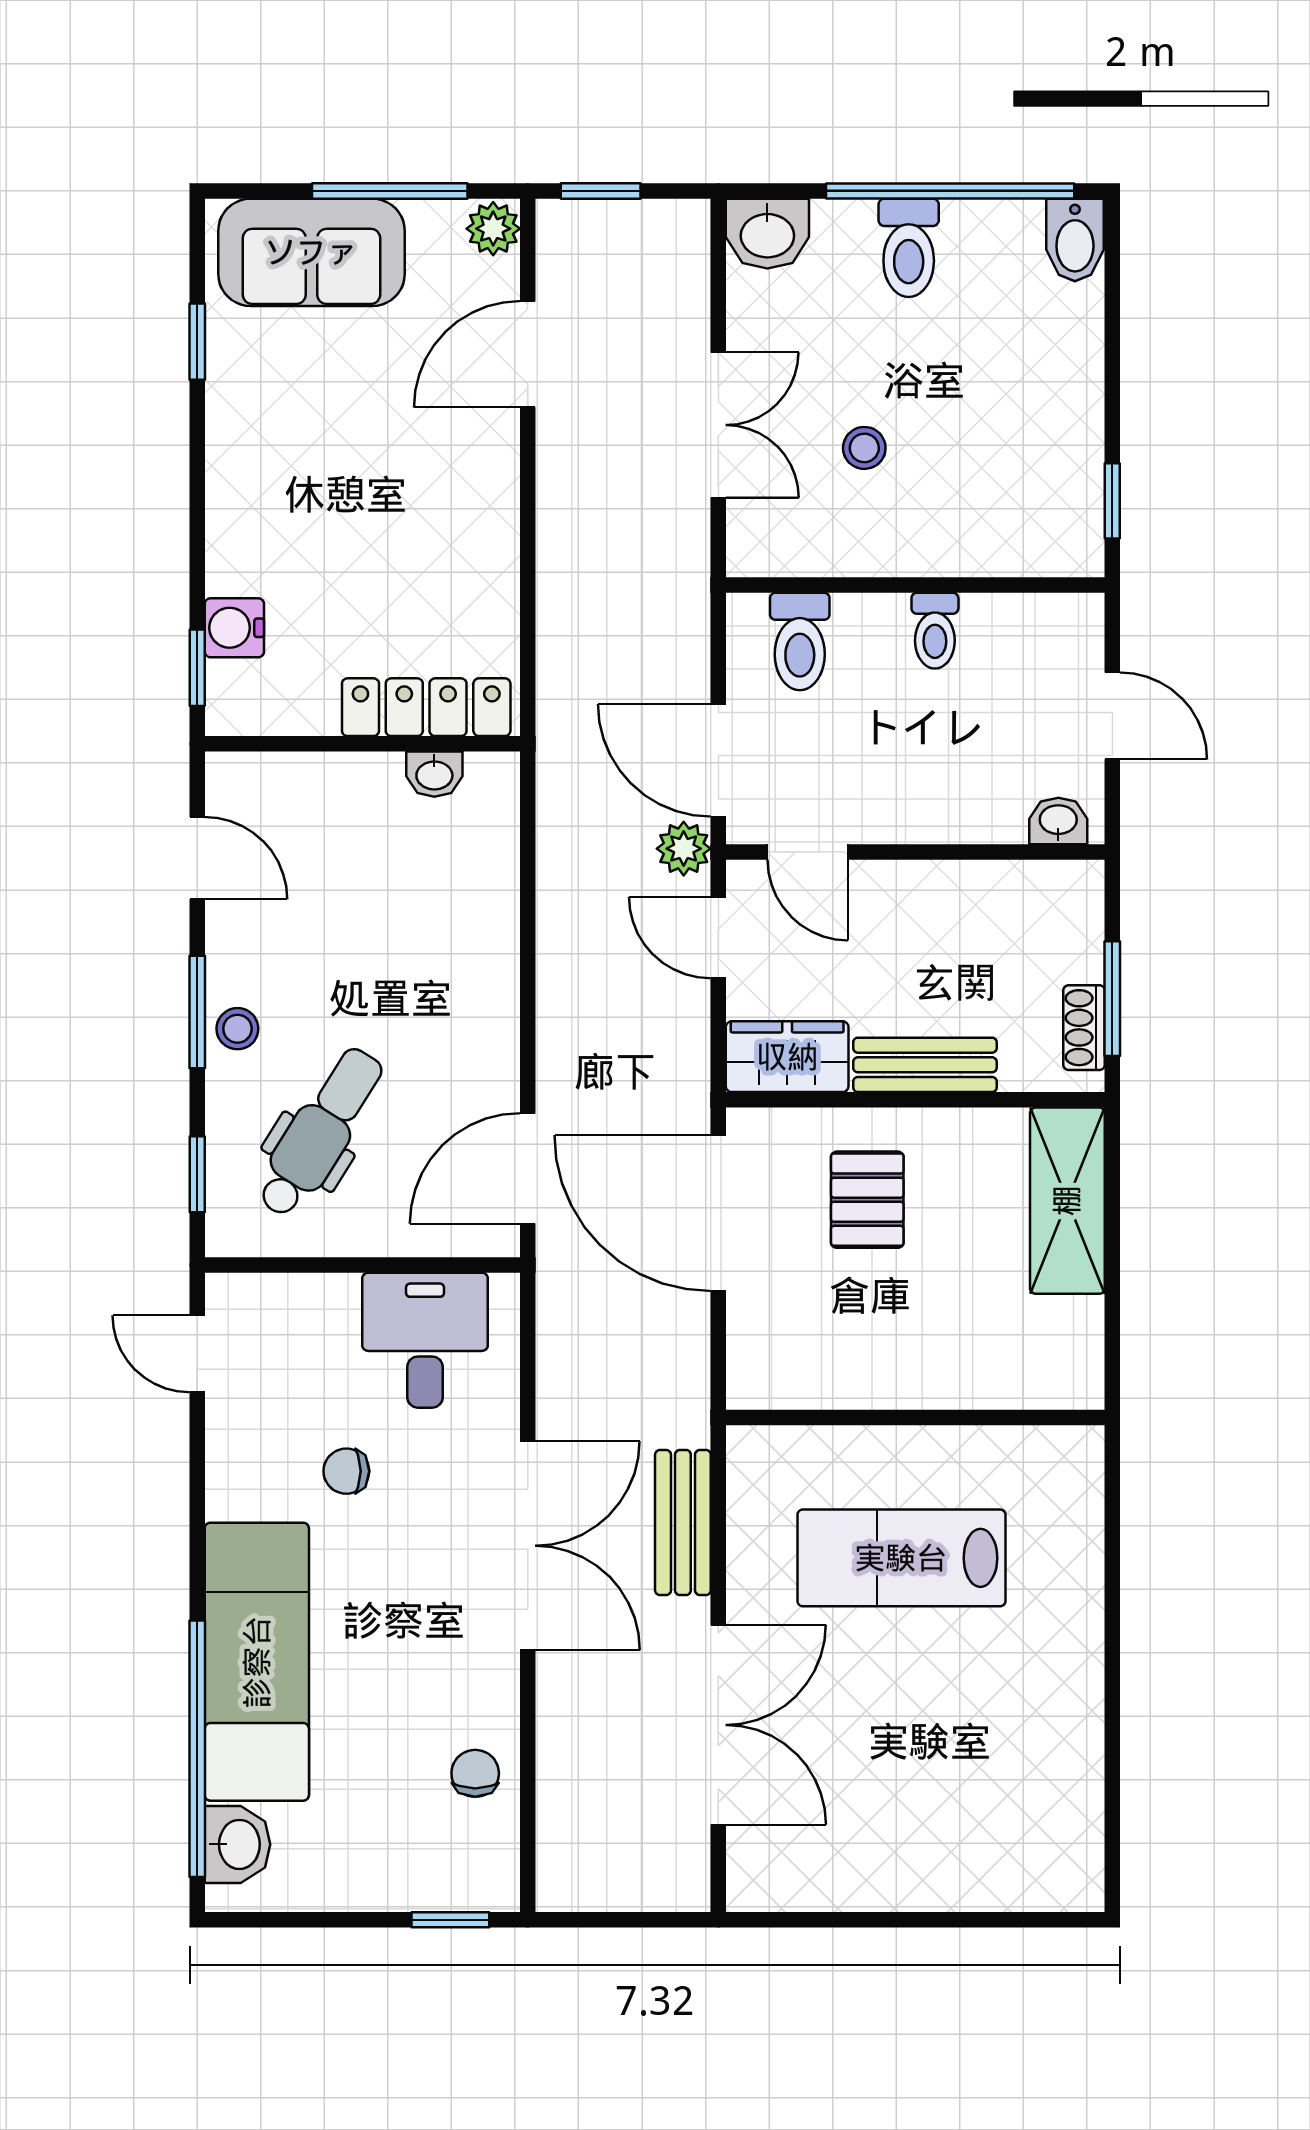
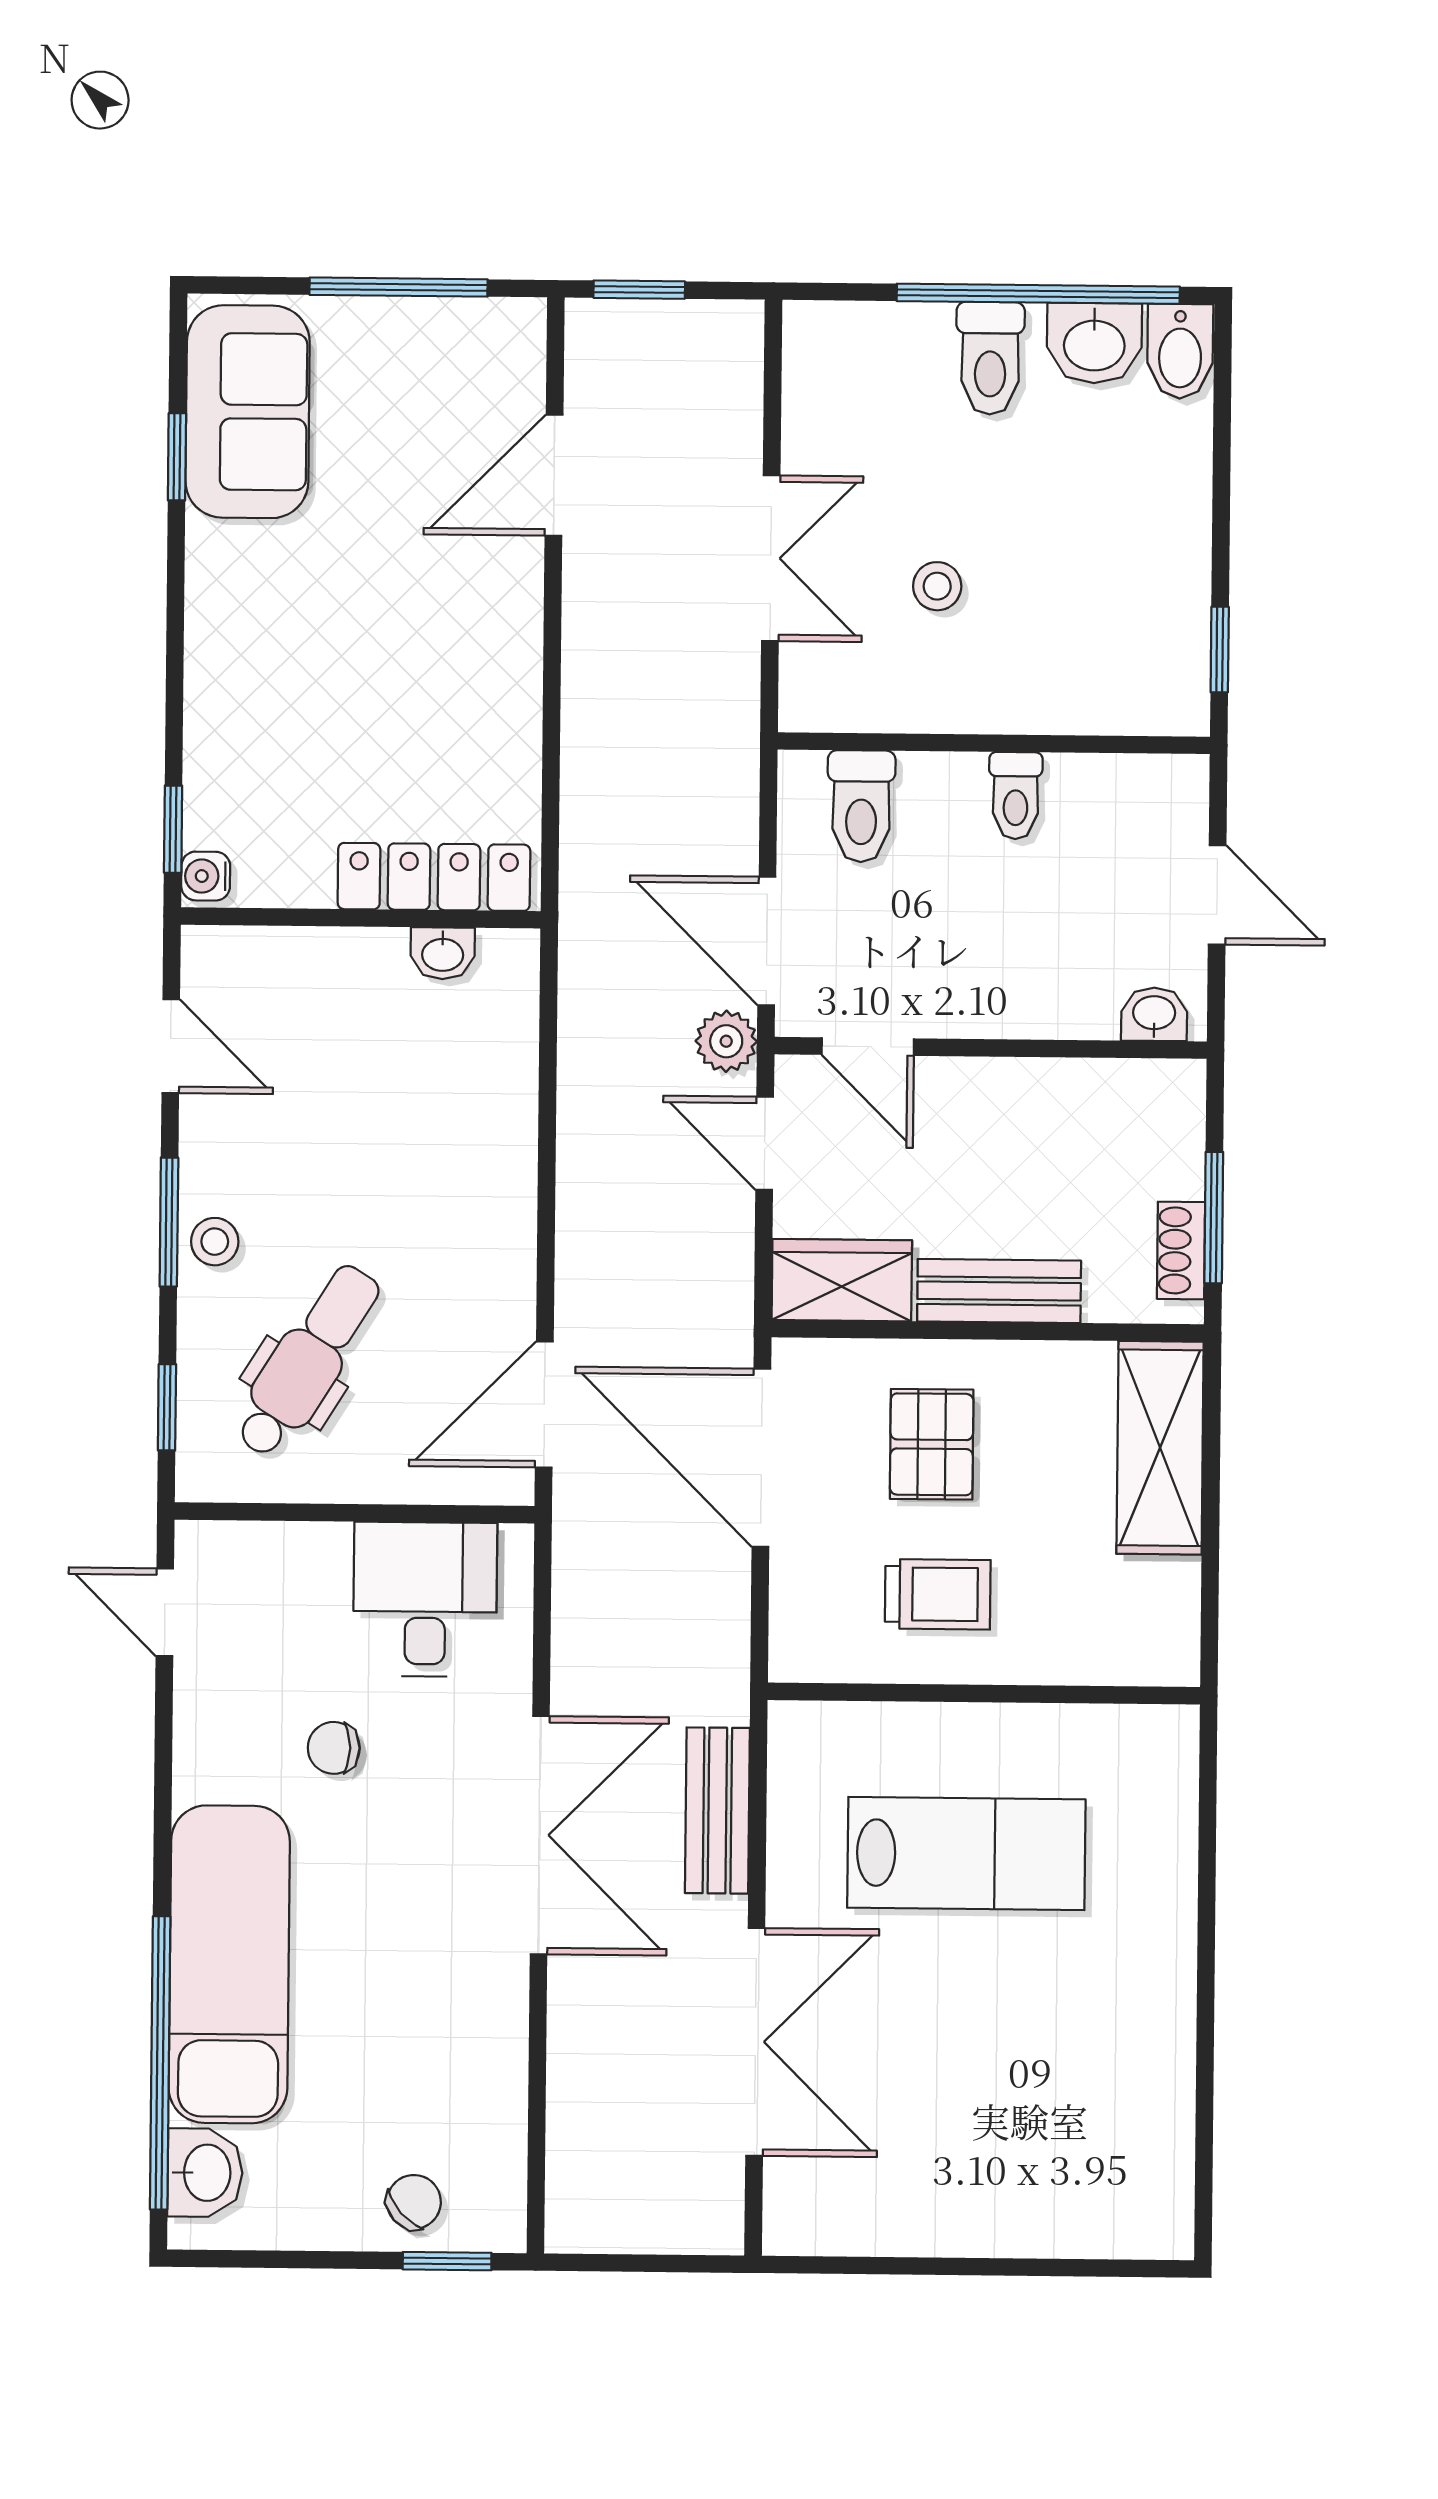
plant: (493, 229) -> (516, 331), removed
washbasin: (767, 234) -> (1094, 343), moved
sofa: (311, 252) -> (248, 412), moved, turned -90
water cooler: (234, 628) -> (206, 876), moved, width x0.72, depth x0.72
trolley: (874, 1331) -> (938, 1594), added
lab bench: (901, 1558) -> (966, 1854), turned 180
chair: (475, 1773) -> (414, 2202), moved, turned 48

